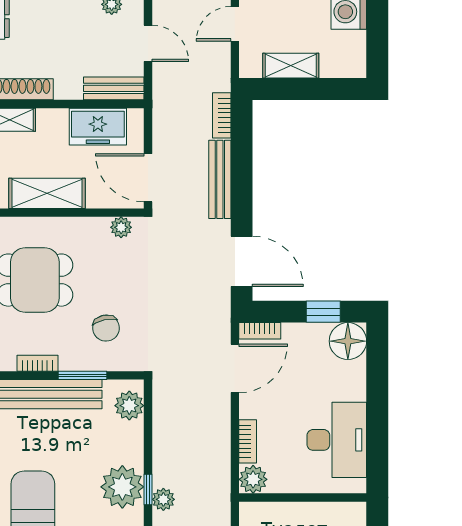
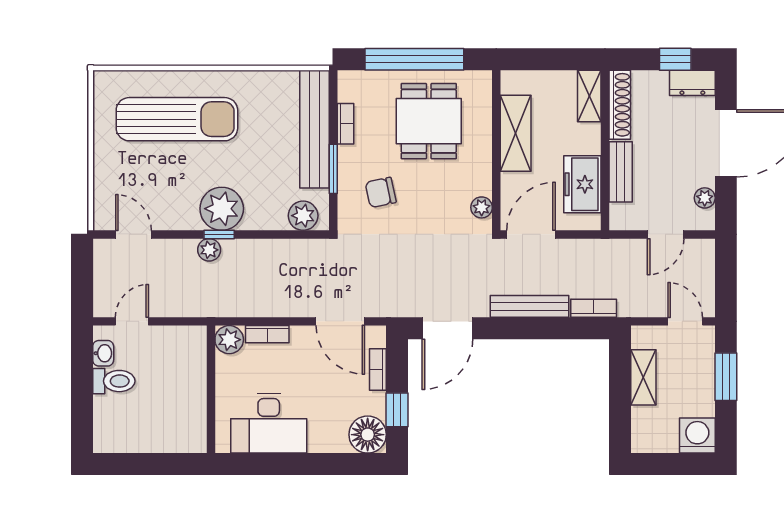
bench: (114, 88) -> (621, 172), moved
bookcase: (260, 331) -> (378, 369), moved

